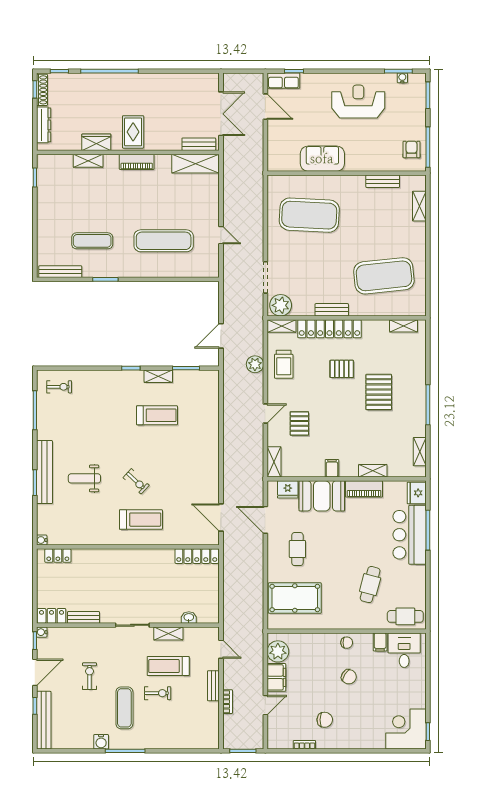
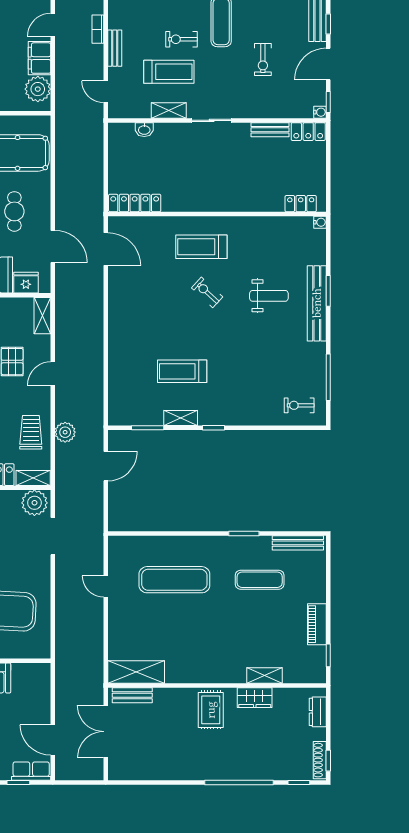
dresser: (44, 125) -> (318, 712), width x0.70
piano: (137, 162) -> (317, 624), moved, turned -90

